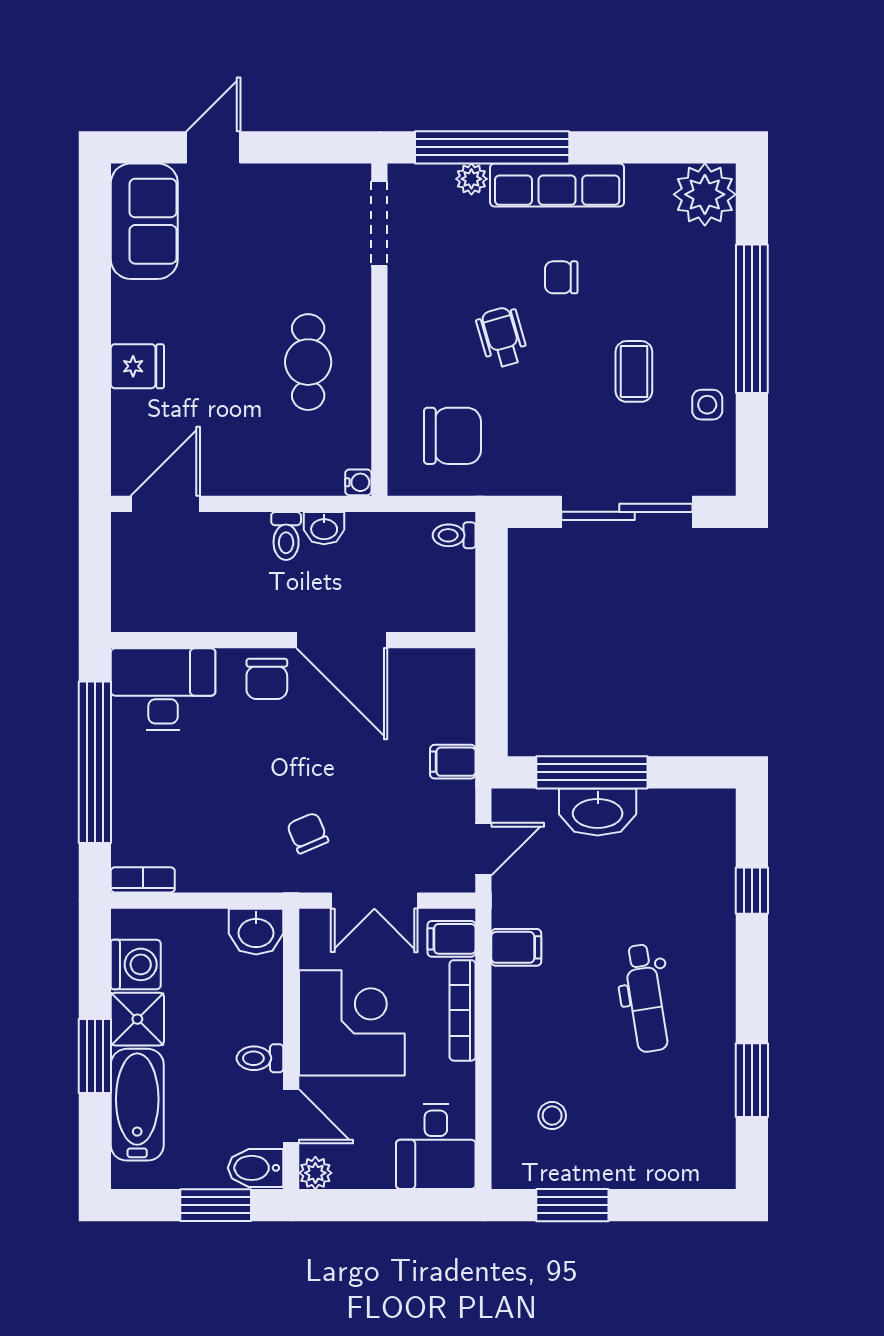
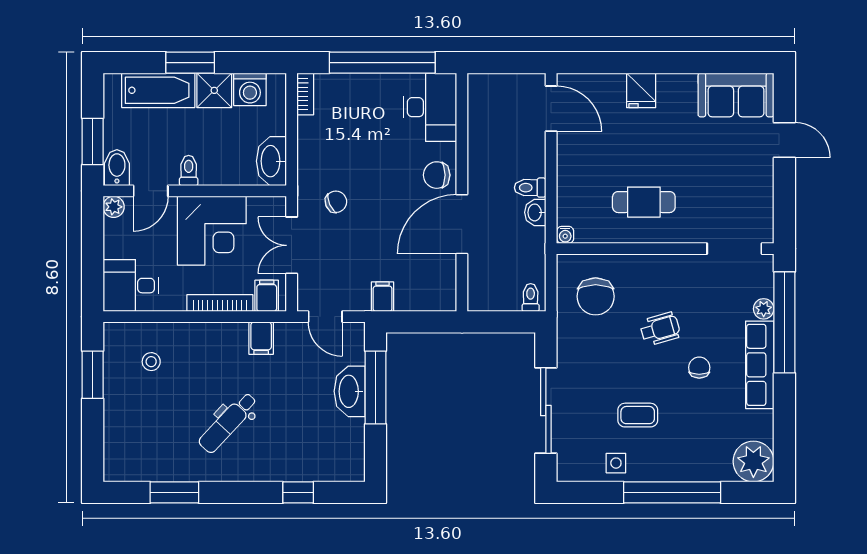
washbasin: (256, 932) -> (271, 161), width x1.38
dental chair: (646, 998) -> (228, 423), turned -38

